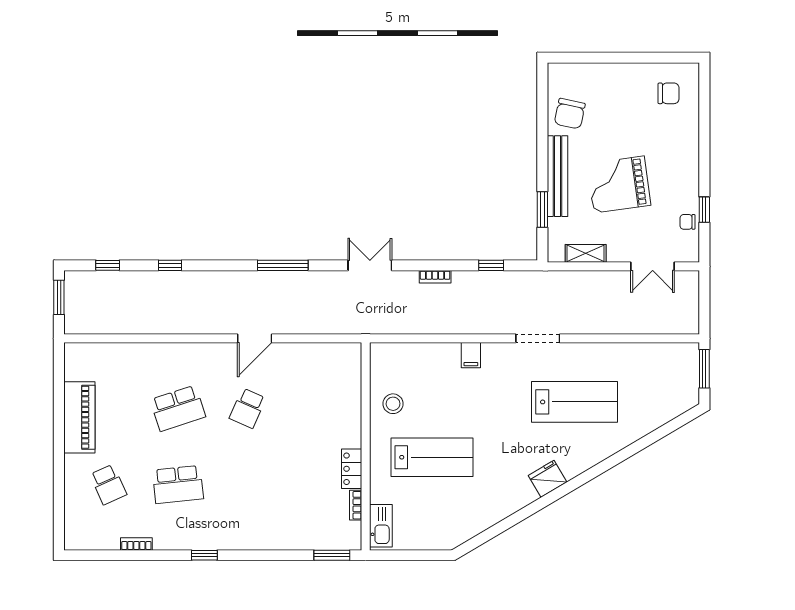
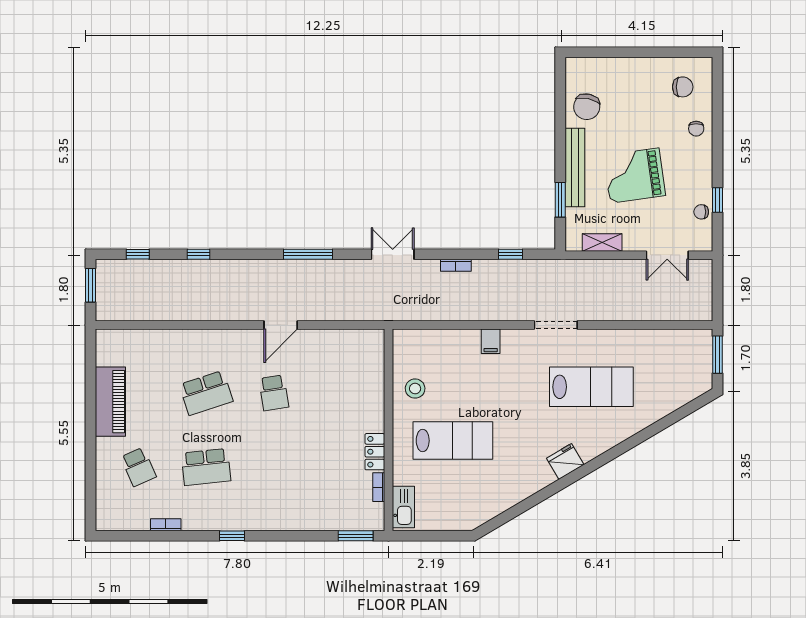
chair: (682, 136) -> (696, 129), added
school desk: (248, 408) -> (274, 393), turned -33

